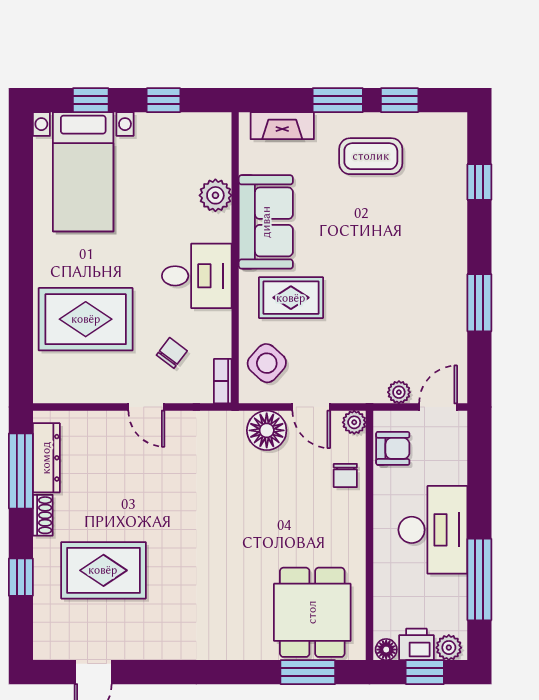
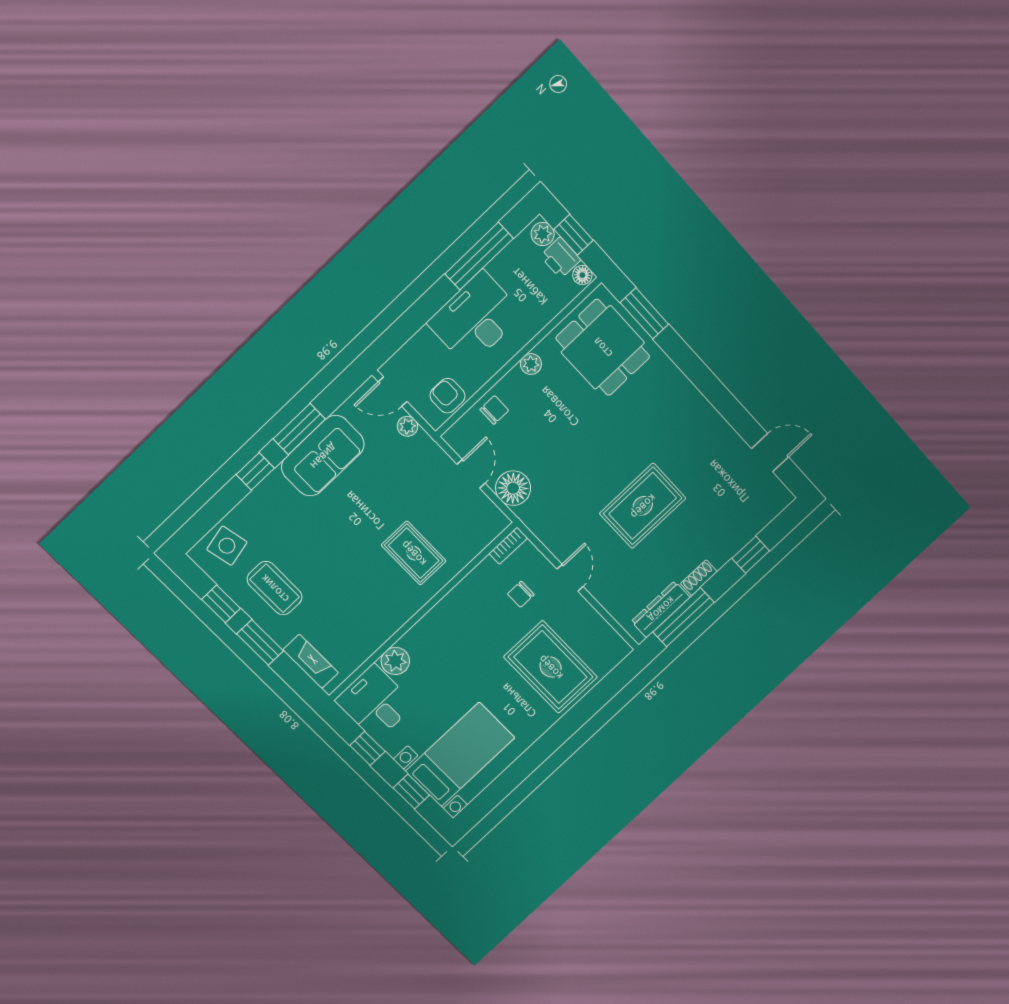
window: (479, 182) -> (255, 471), moved
sofa: (266, 222) -> (323, 456), moved, turned 180
desk: (197, 276) -> (375, 702), moved
chair: (172, 353) -> (521, 594), turned -37
side table: (267, 363) -> (227, 546), moved, turned 36
plant: (354, 422) -> (531, 364), moved
rug: (103, 570) -> (643, 506), moved, turned 90
dining table: (312, 612) -> (603, 347), turned 90

